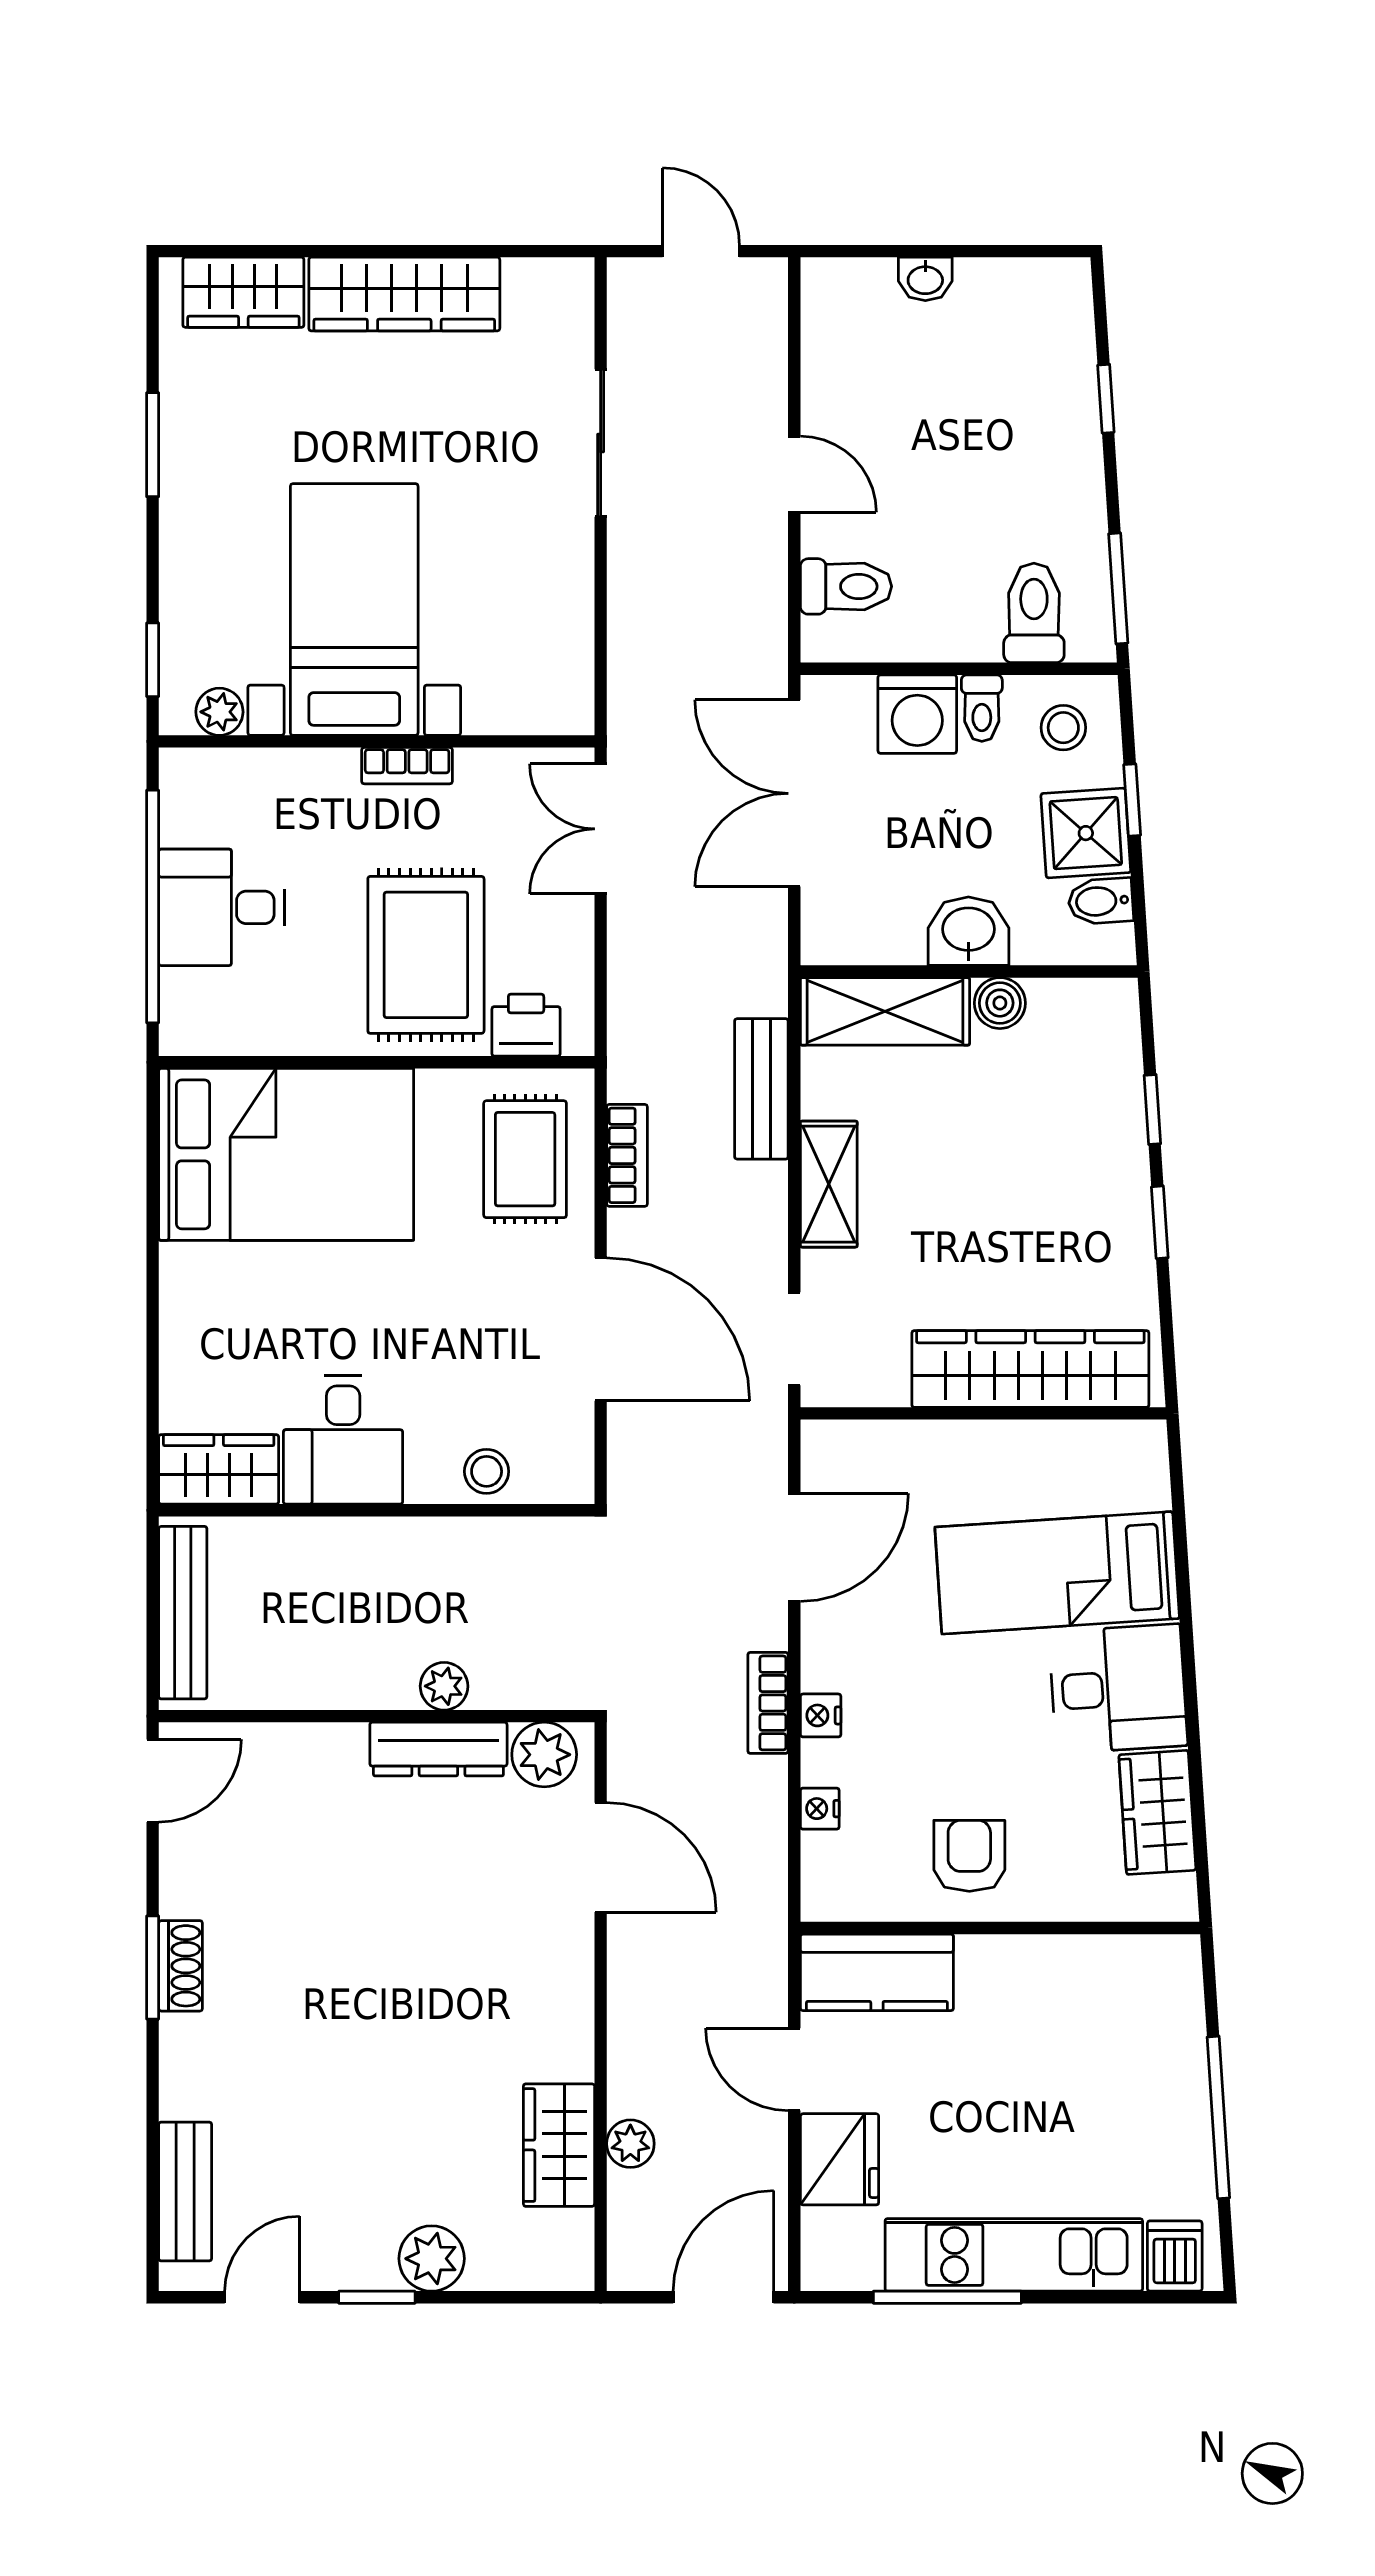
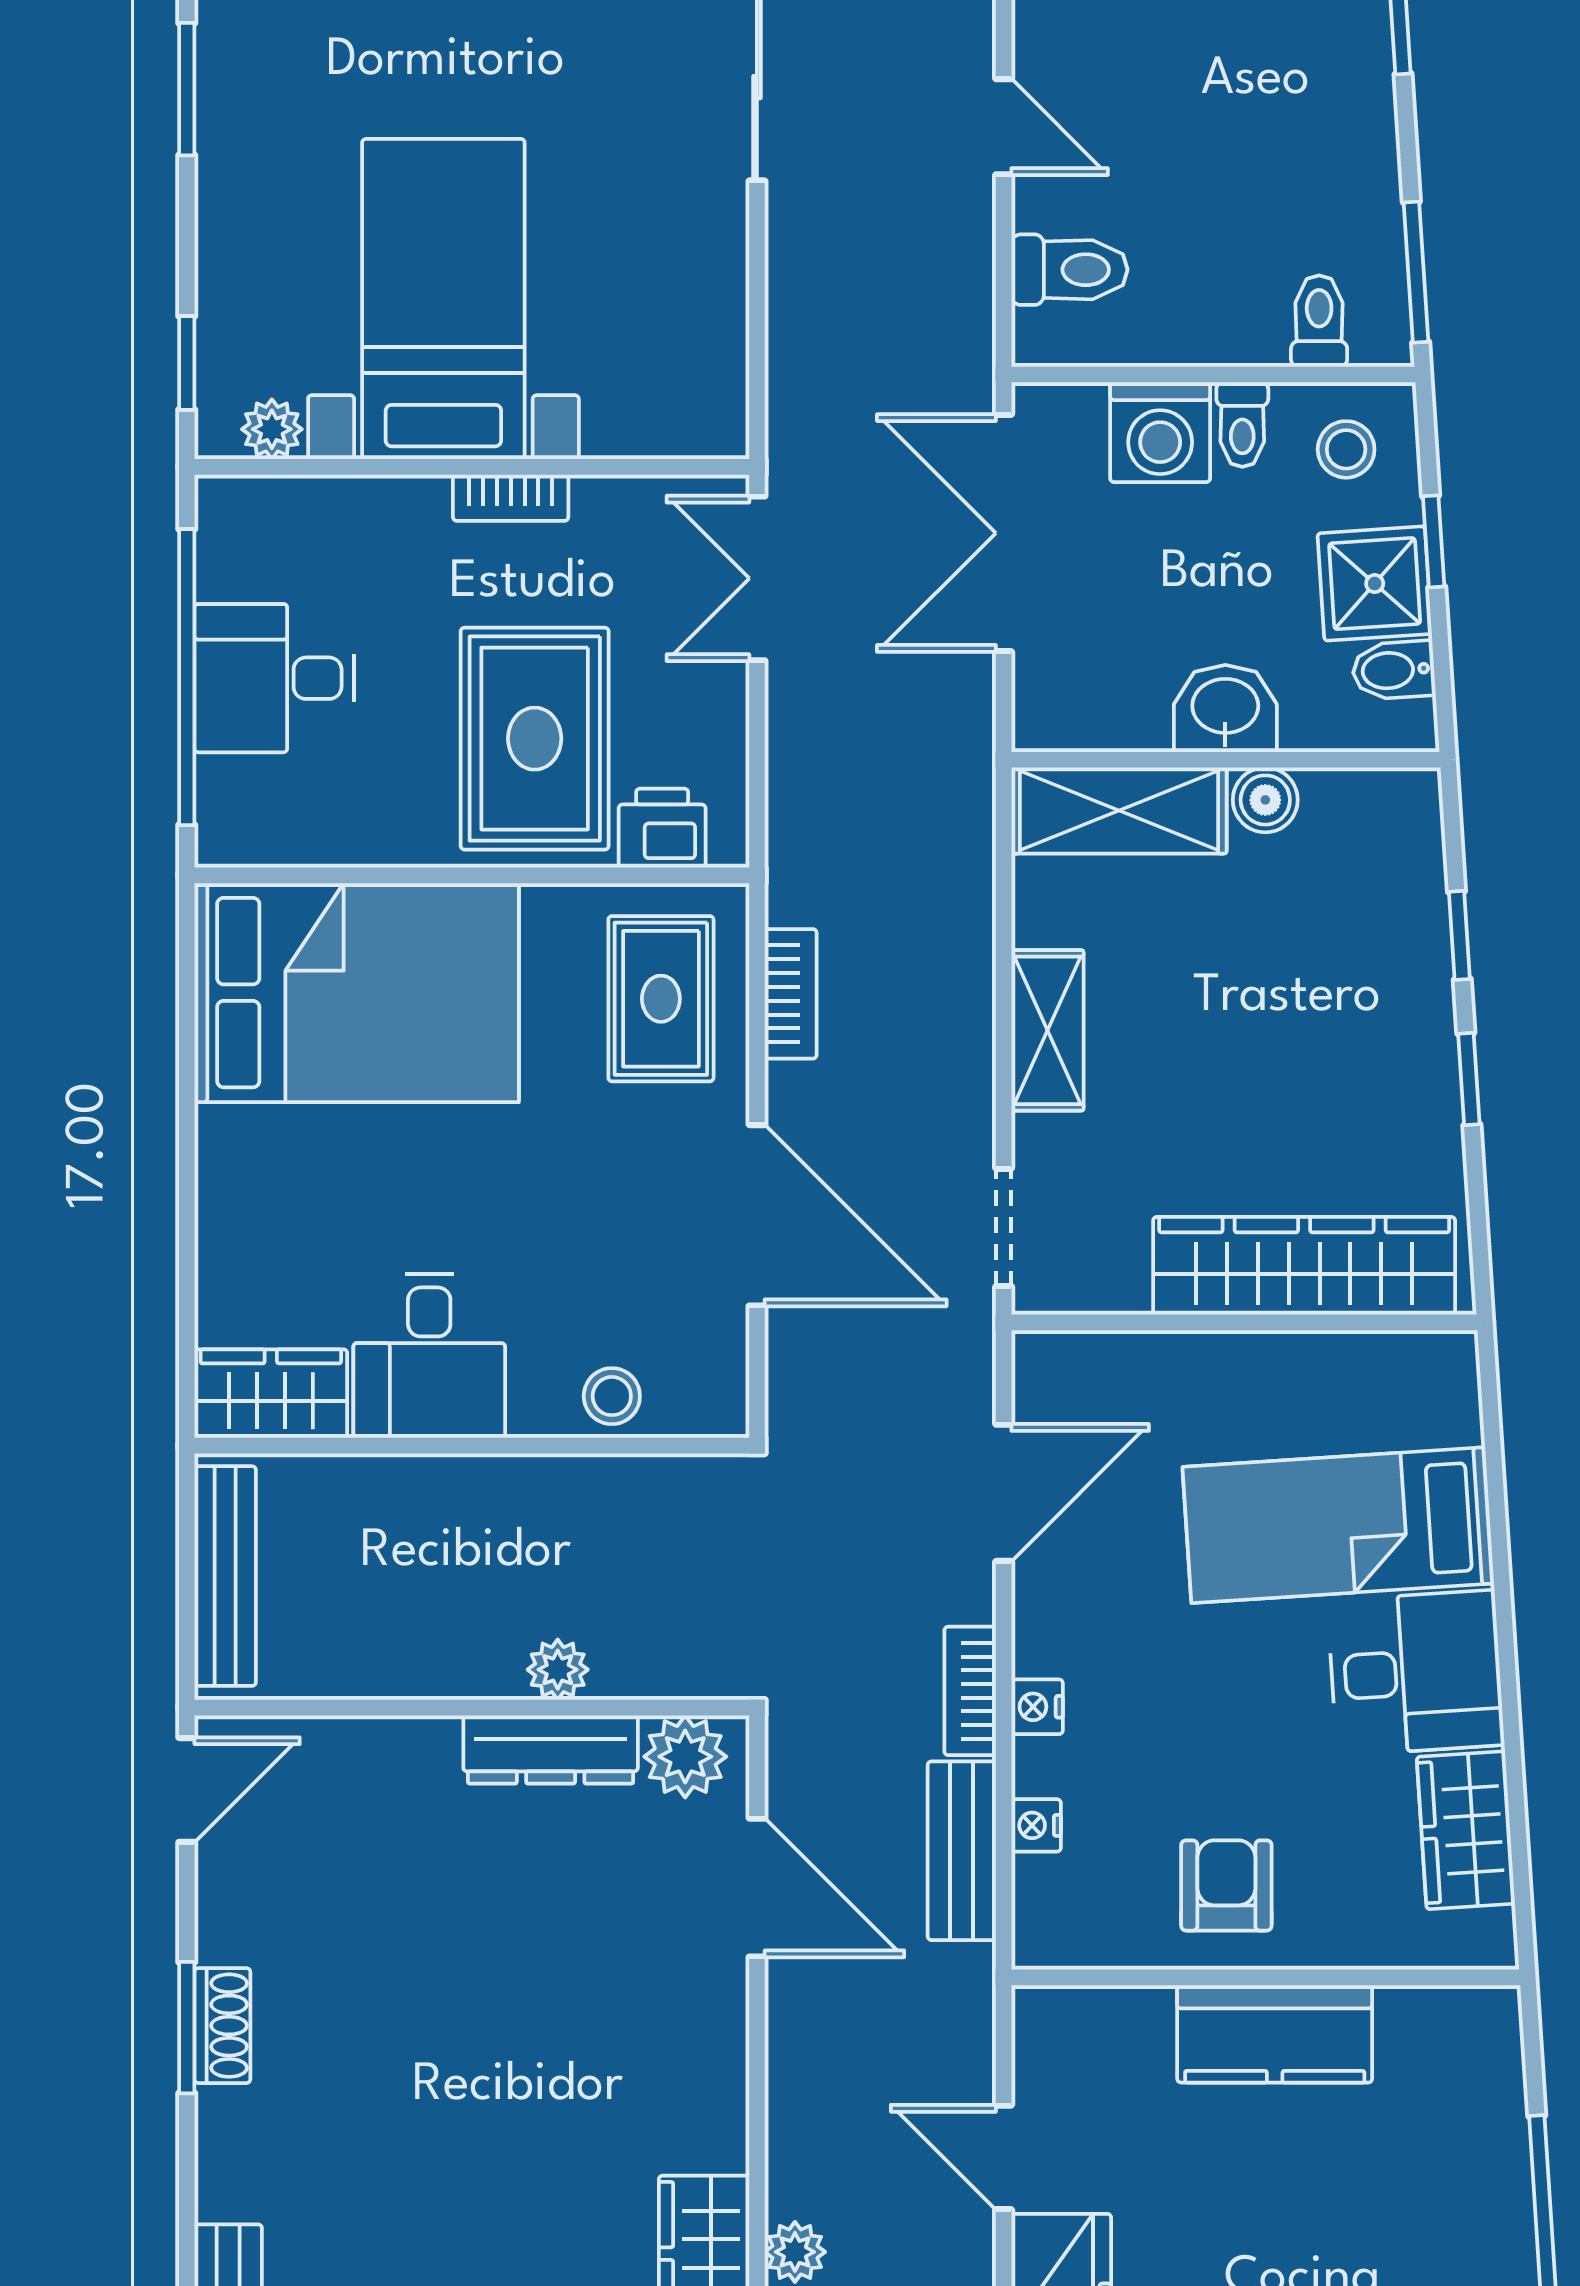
toilet: (1034, 613) -> (1319, 321), width x0.73, depth x0.72
bench: (761, 1089) -> (962, 1851), moved
kitchen counter: (877, 1972) -> (1275, 2034), moved

